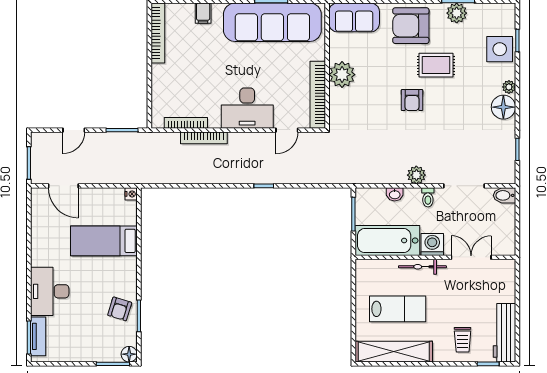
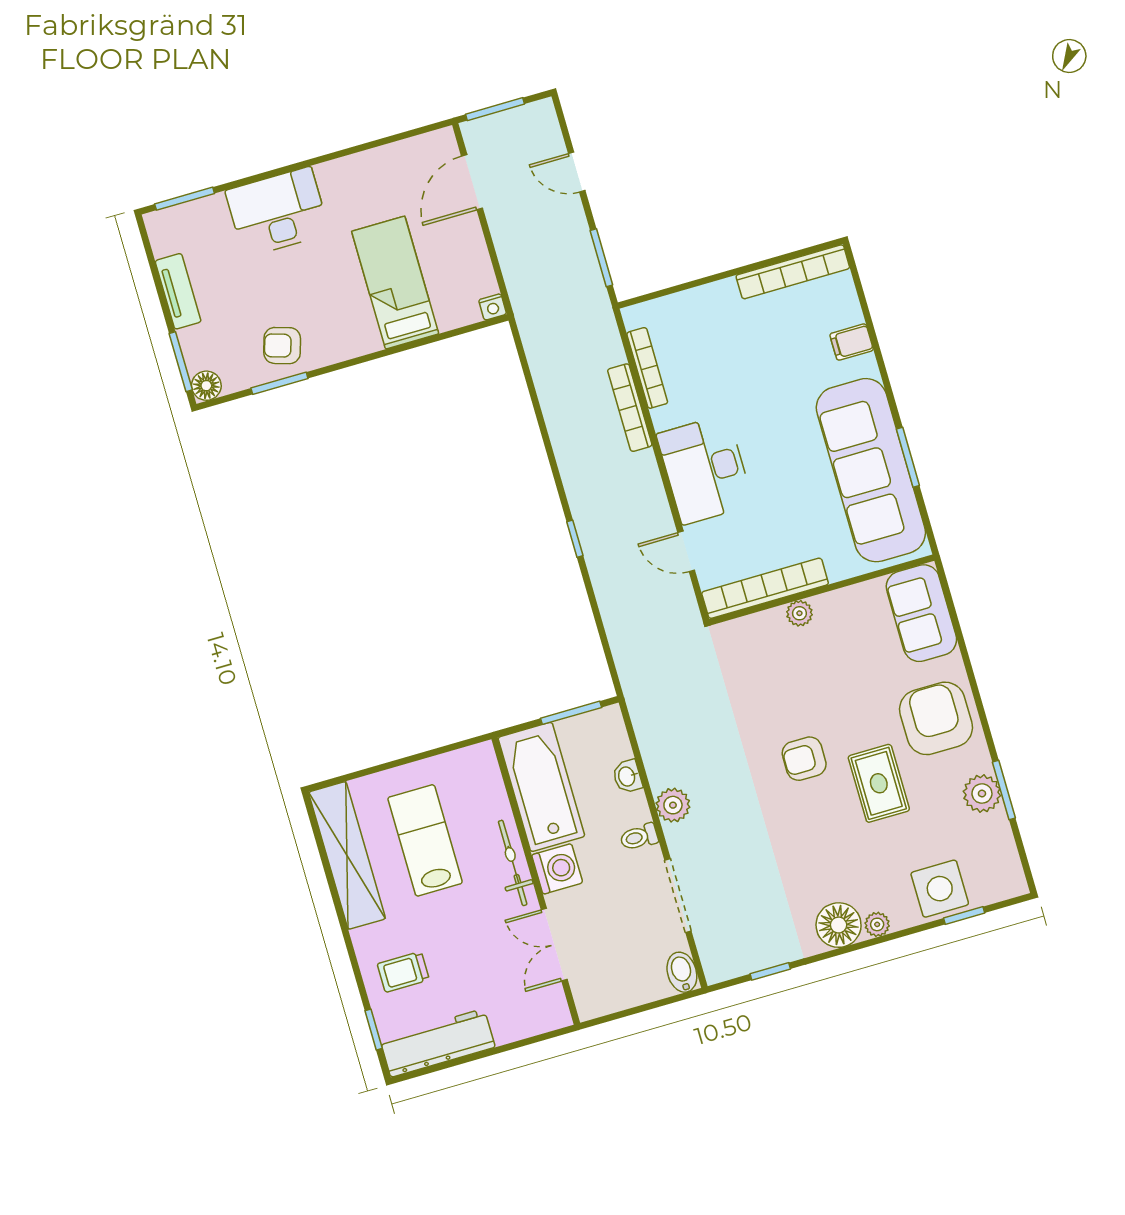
plant: (342, 75) -> (799, 613), width x0.53, depth x0.53
double door: (471, 257) -> (554, 945), swing flipped
lab bench: (398, 309) -> (425, 840), turned 180
tv unit: (38, 336) -> (178, 291), moved, turned -90

